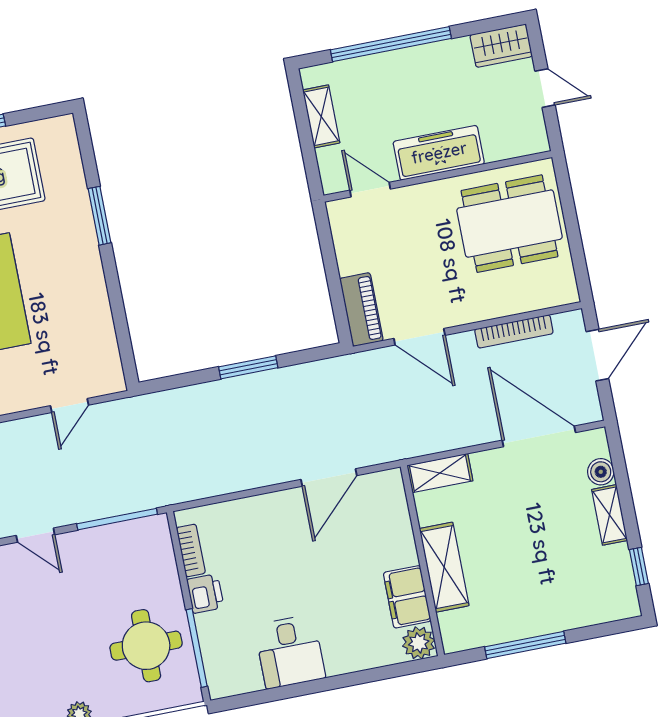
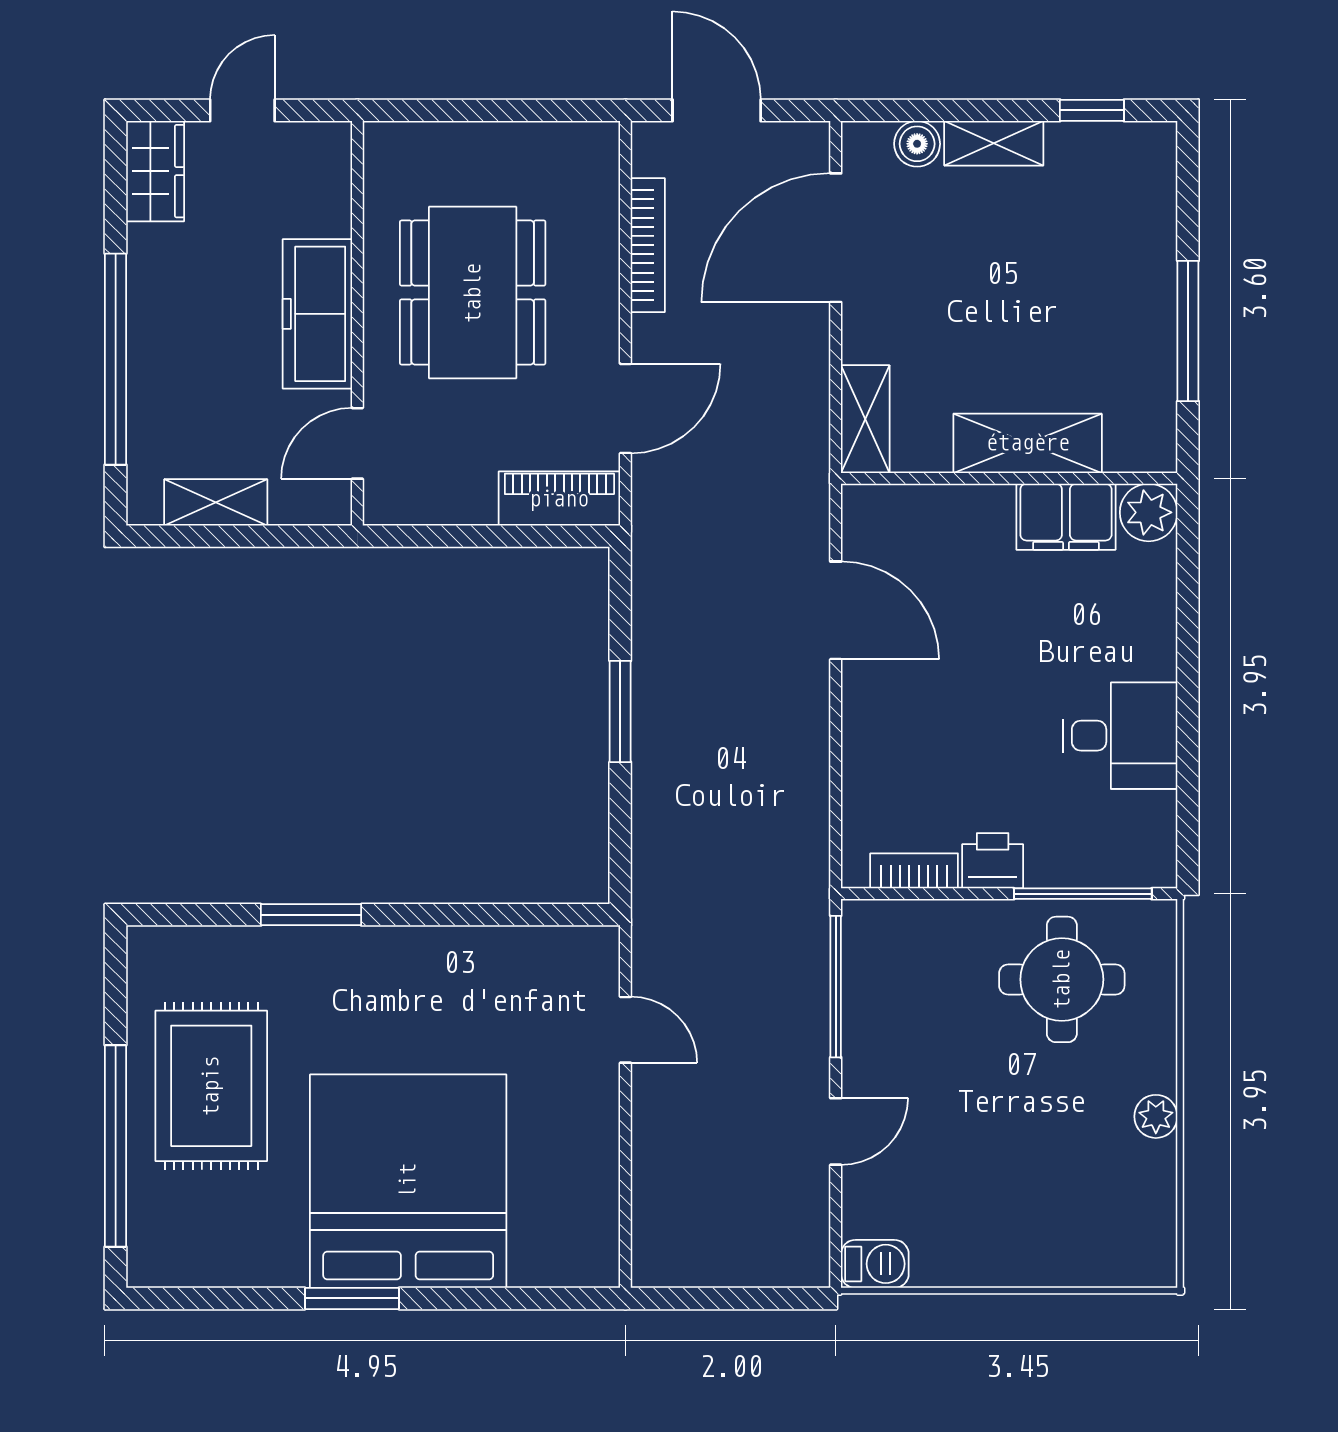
dining table: (510, 224) -> (473, 293), moved

